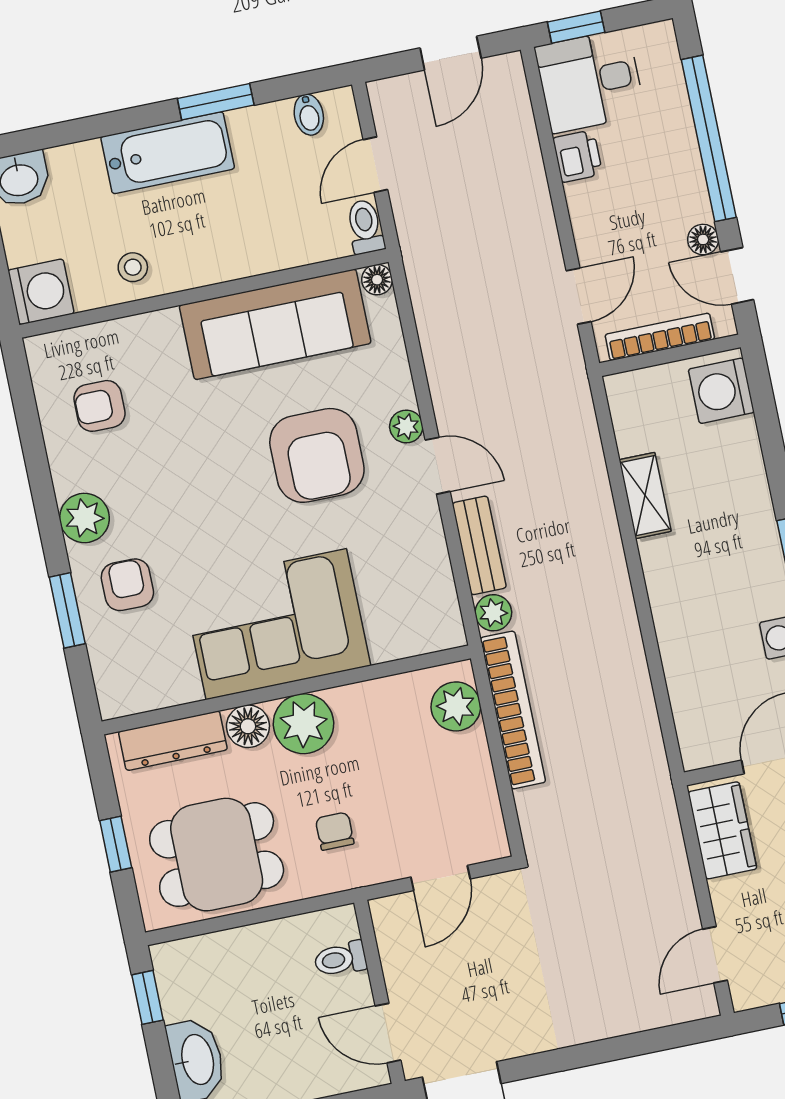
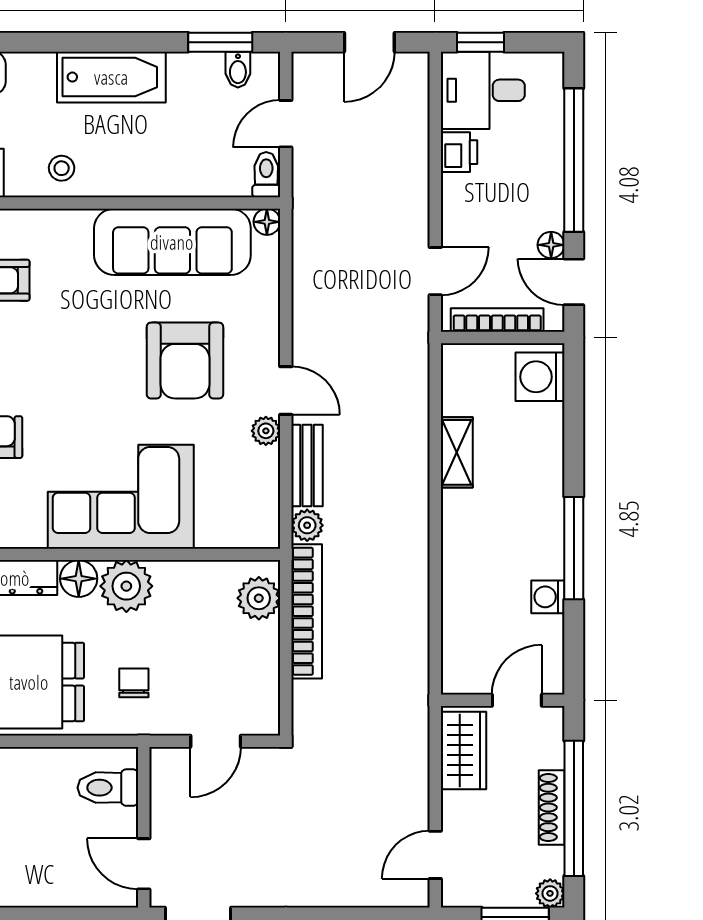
window: (216, 102) -> (220, 42), moved
plant: (406, 426) -> (266, 431), moved
toilet: (340, 959) -> (108, 788), width x1.37, depth x1.39

